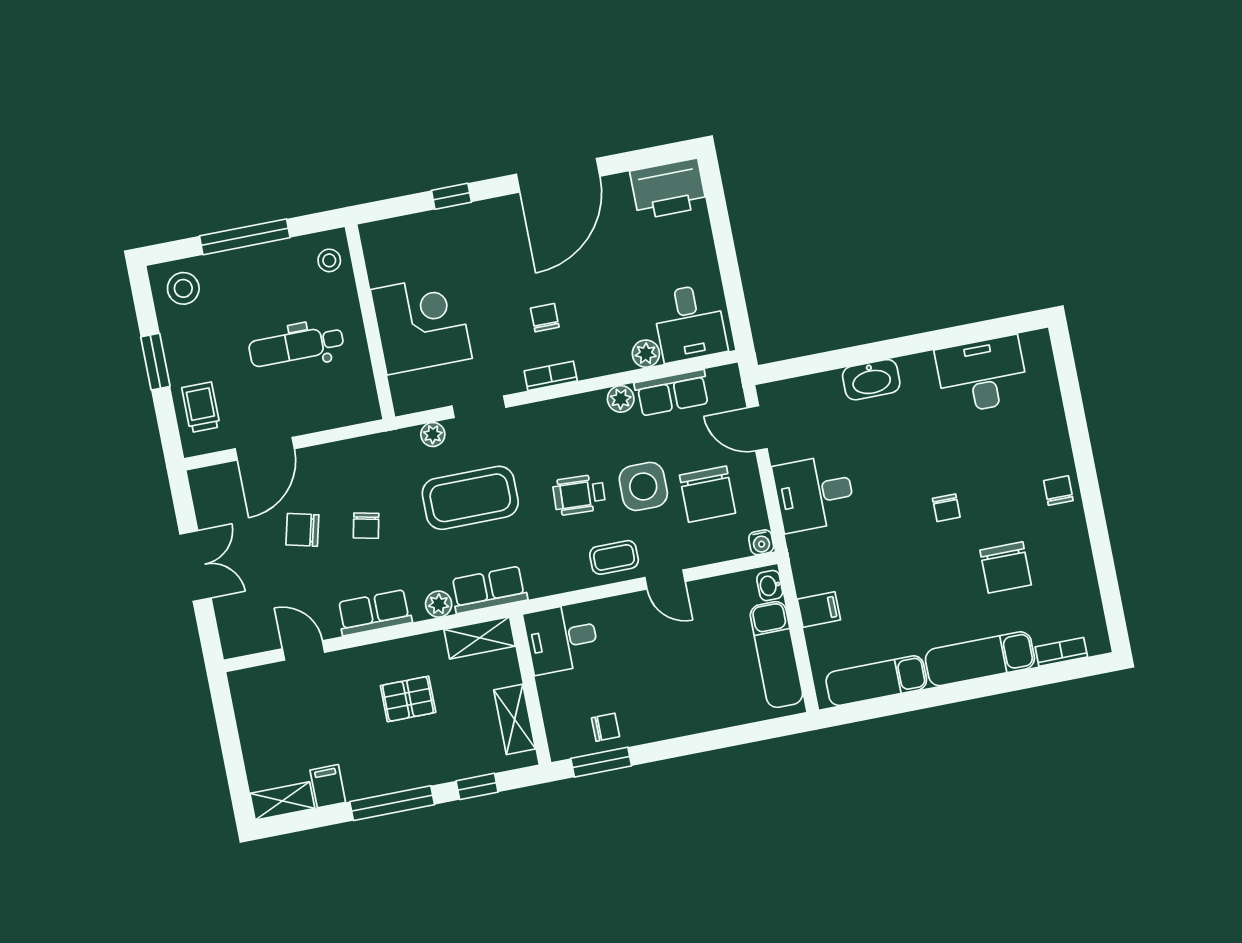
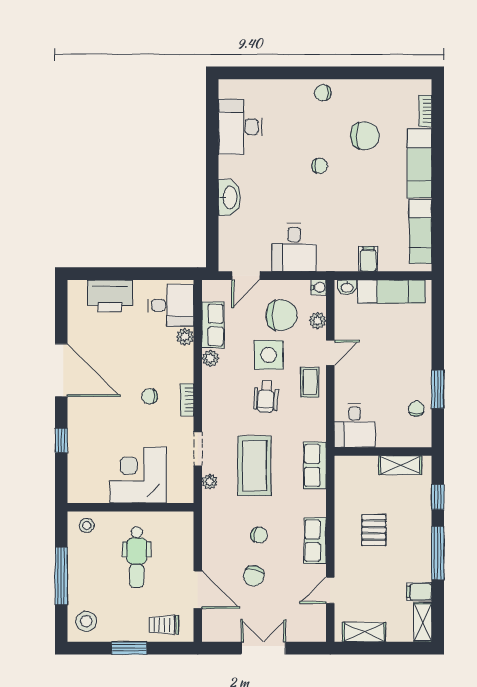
printer: (668, 189) -> (110, 296), moved, turned 90
plant: (439, 604) -> (318, 321), moved
shelving: (480, 638) -> (364, 632), moved, turned 90
window: (601, 762) -> (438, 389), moved

